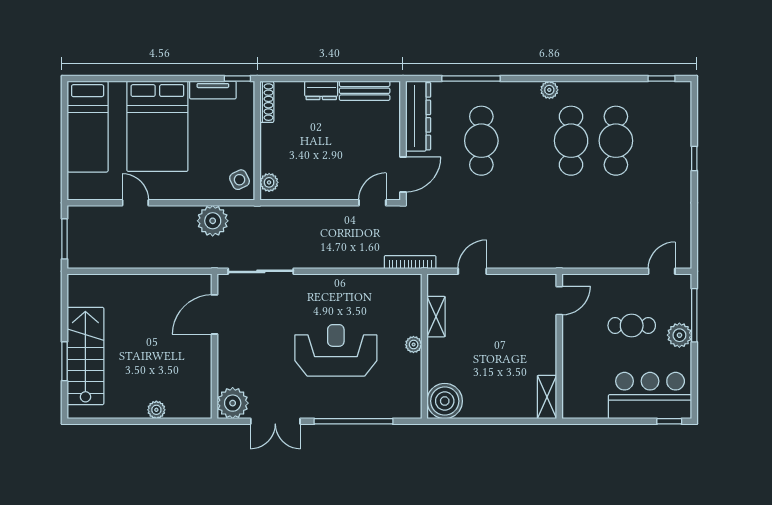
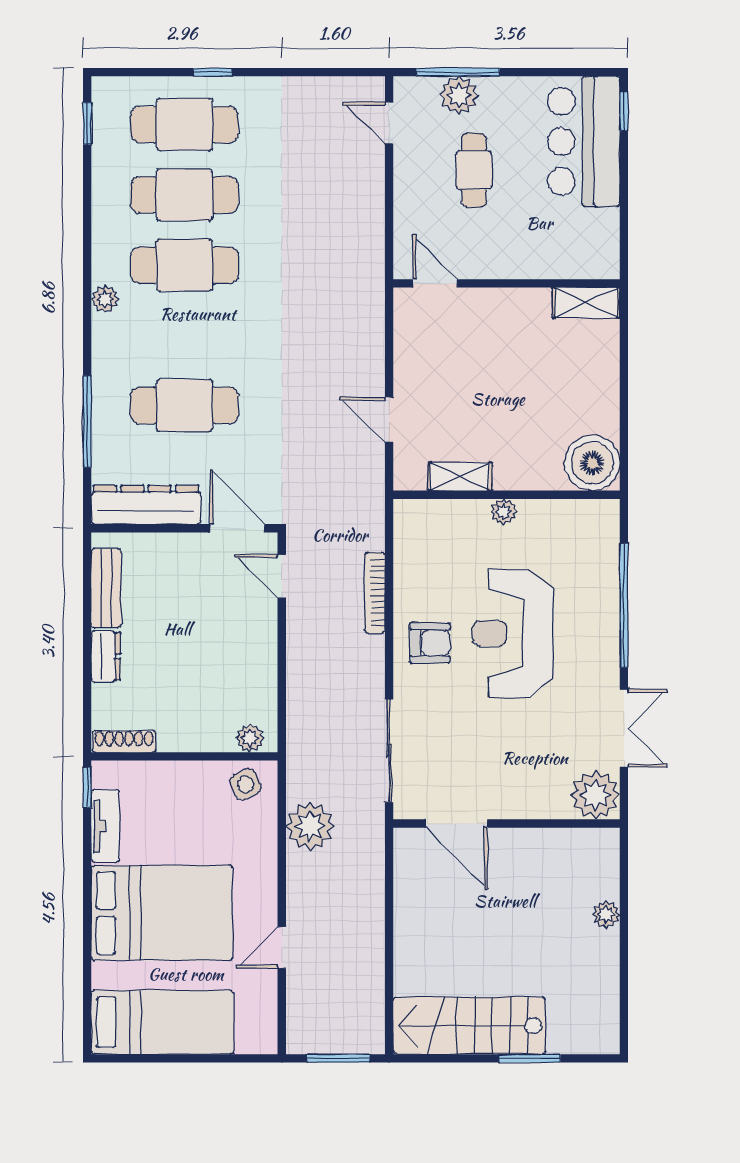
cafe table: (661, 141) -> (184, 125), added
bookcase: (410, 262) -> (375, 593), moved
armchair: (330, 297) -> (430, 643), added
plant: (679, 335) -> (459, 95), moved
stairs: (85, 356) -> (469, 1026), moved

